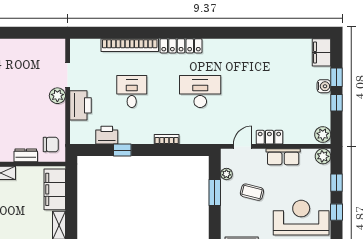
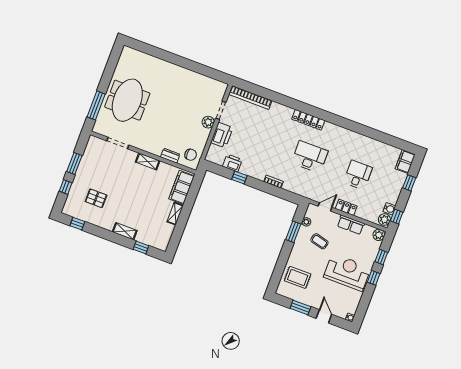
bookcase: (130, 45) -> (250, 97), moved
water cooler: (324, 86) -> (389, 209), moved
desk: (132, 91) -> (358, 175), moved
window: (336, 103) -> (397, 217), moved

